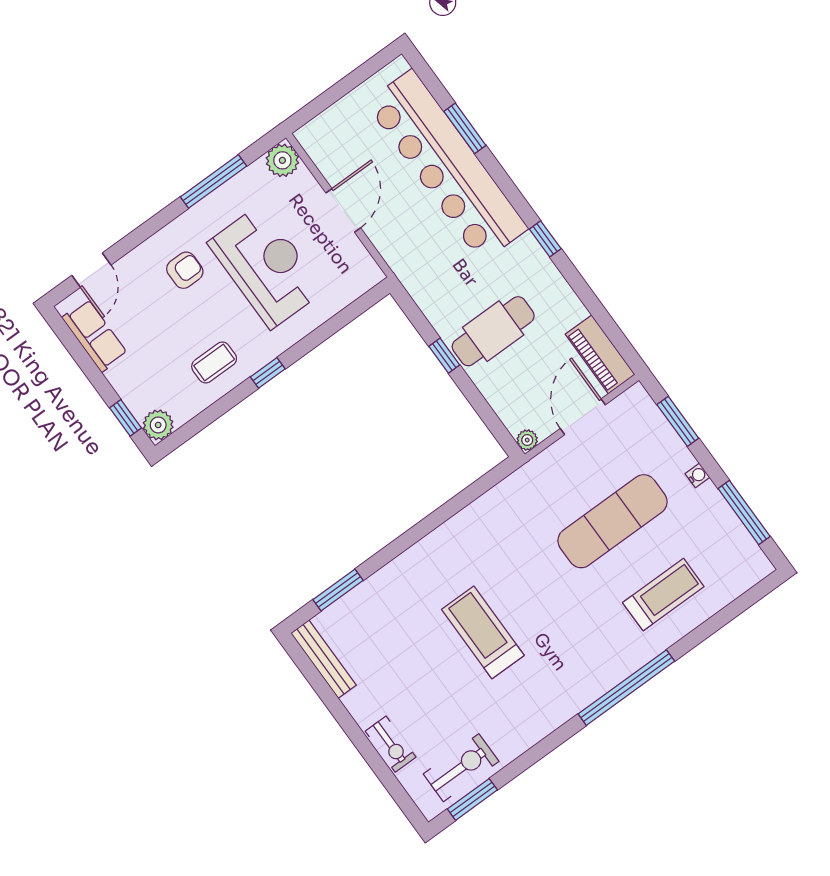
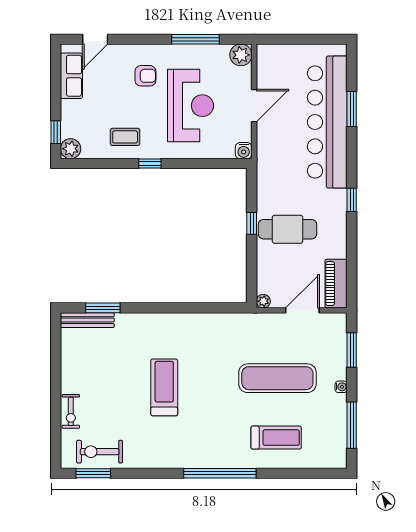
water cooler: (370, 274) -> (244, 151), added
bench: (324, 659) -> (87, 320), moved, turned 90
exercise bike: (461, 768) -> (100, 452), turned 180

